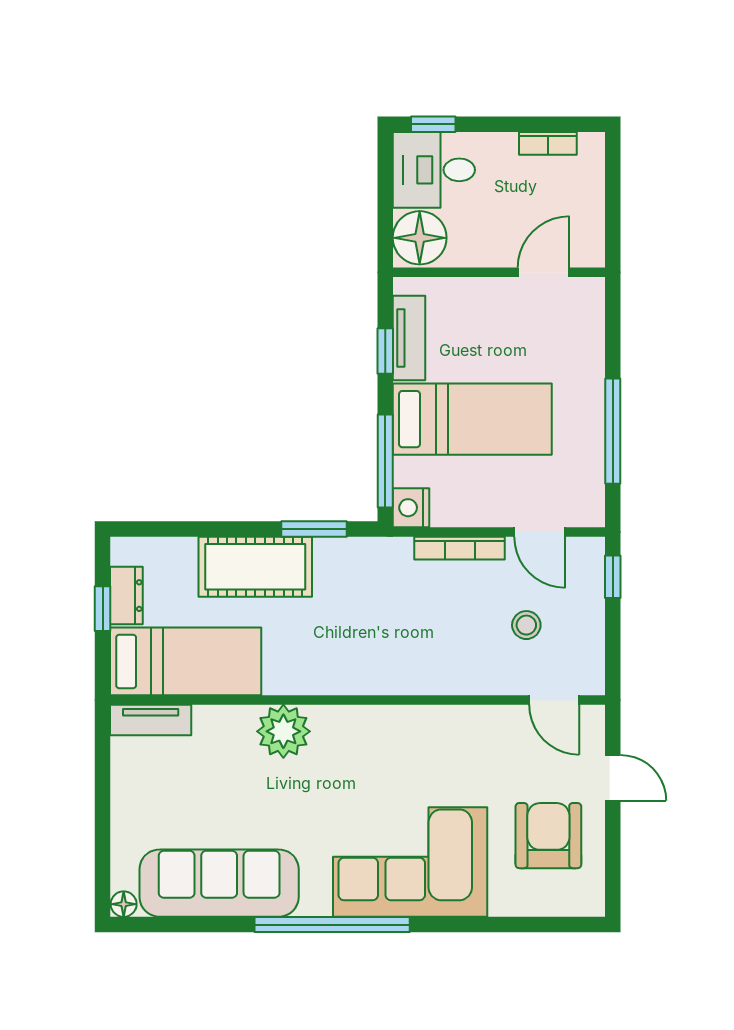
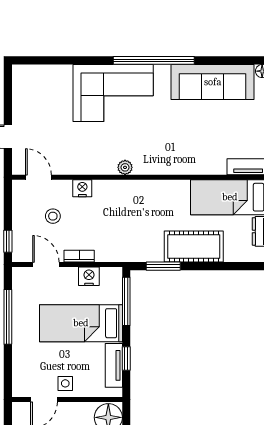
side table: (502, 303) -> (65, 383), added
nightstand: (411, 508) -> (89, 276), moved, turned -90
bookcase: (460, 548) -> (79, 256), width x0.64
nightstand: (470, 679) -> (82, 188), added
plant: (283, 731) -> (125, 167), moved, width x0.53, depth x0.53
armchair: (548, 836) -> (41, 107), removed

